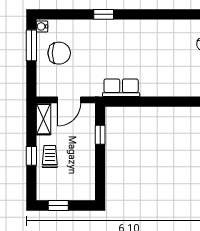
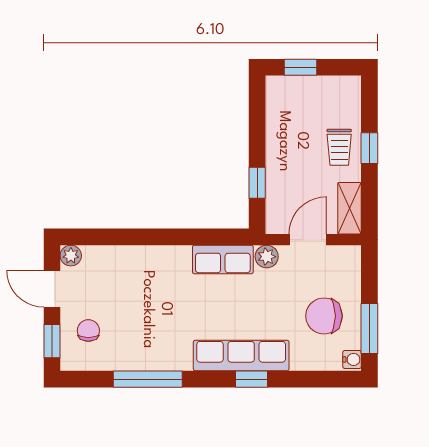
window: (167, 14) -> (148, 379), added
row of seats: (110, 29) -> (241, 356), added
plant: (94, 90) -> (267, 257), added
window: (58, 205) -> (300, 67), moved

